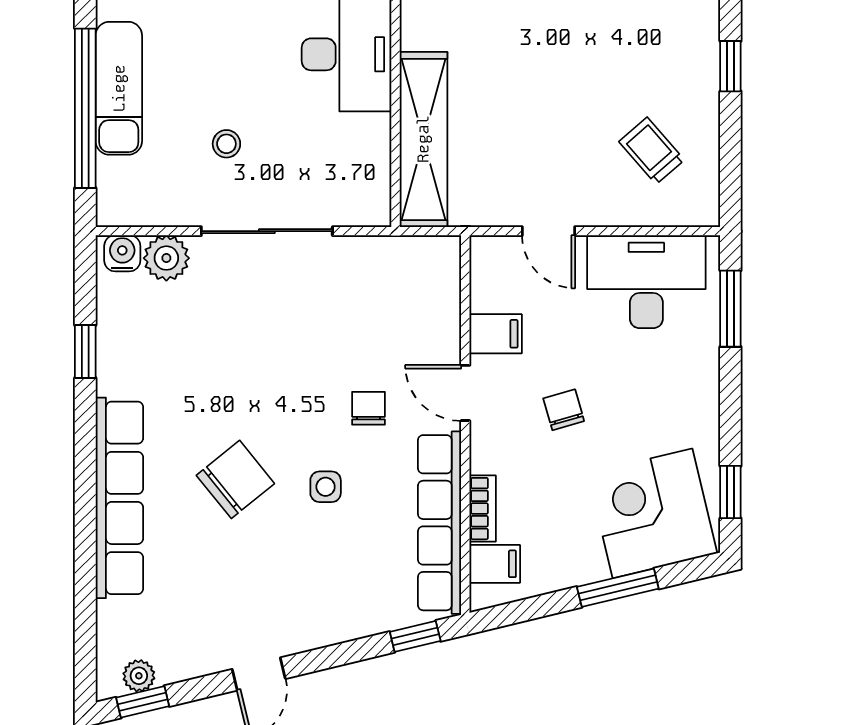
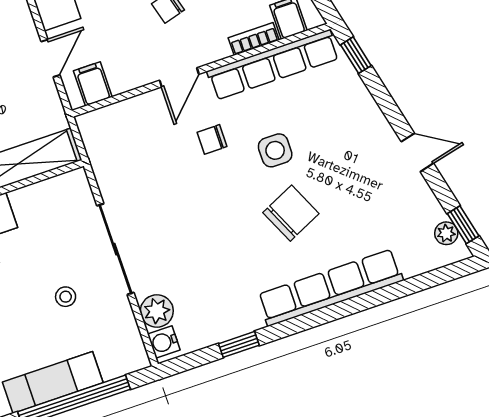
filing cabinet: (496, 334) -> (93, 84), moved
chair: (235, 479) -> (291, 213), turned 104
side table: (326, 487) -> (275, 150), width x1.37, depth x1.37

